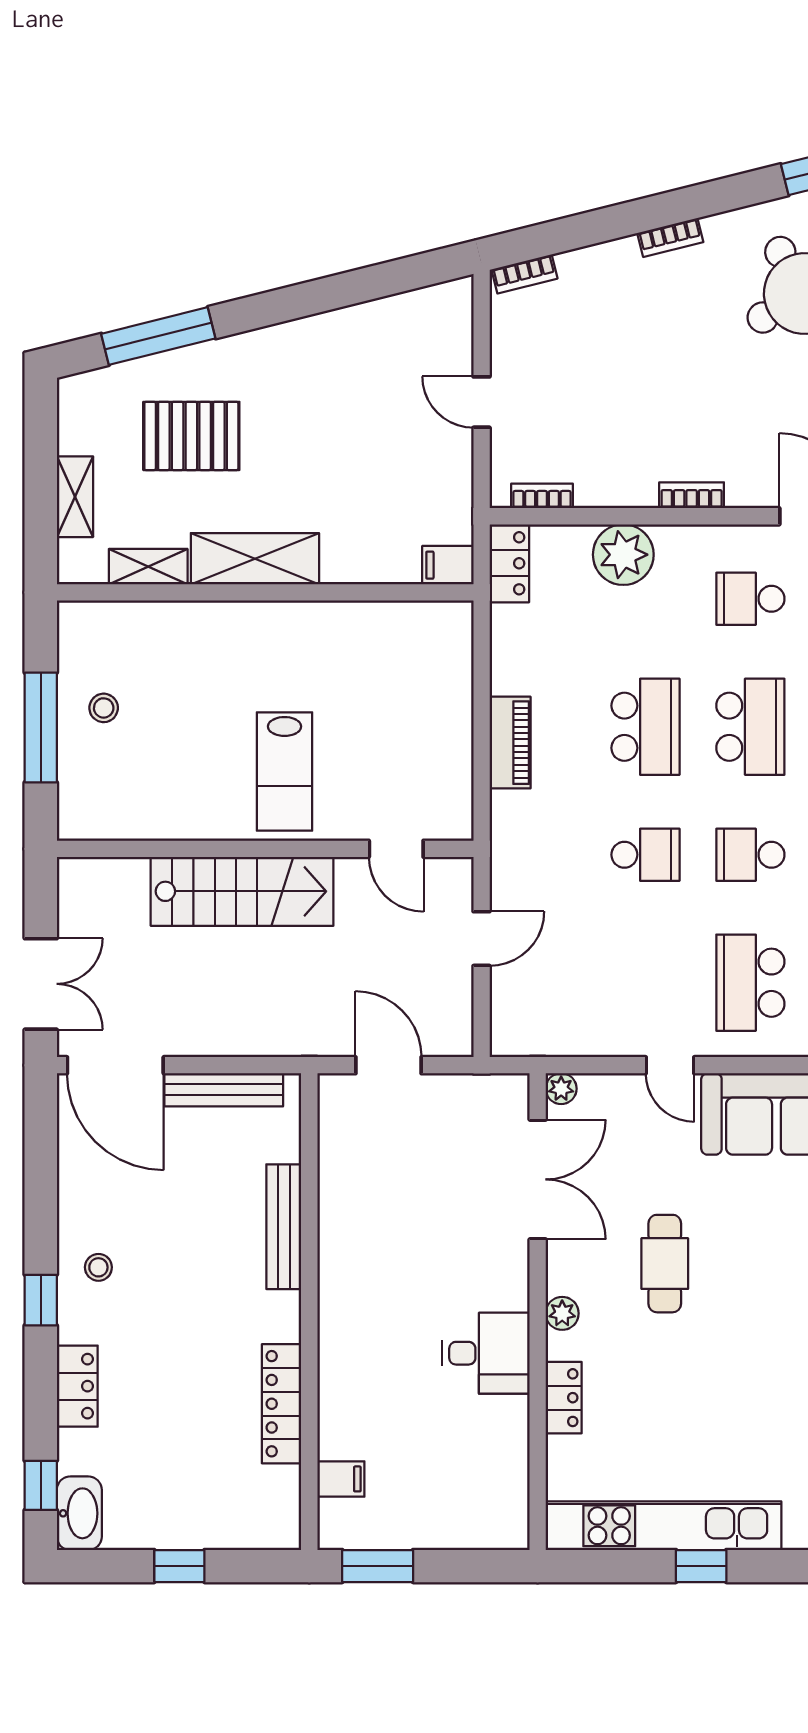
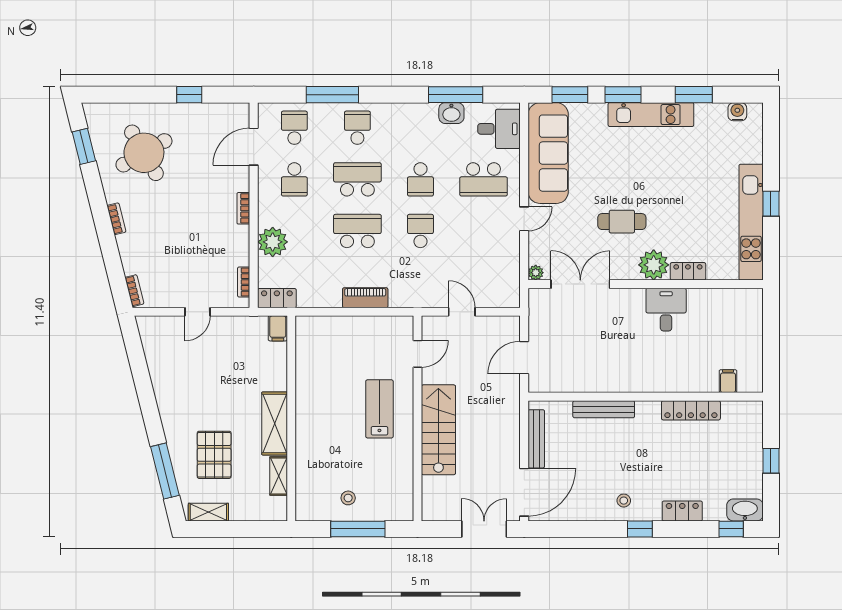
shelving: (75, 497) -> (208, 512), moved
lab bench: (285, 771) -> (379, 409), turned -90
plant: (562, 1313) -> (654, 265), width x1.87, depth x1.87
window: (378, 1566) -> (771, 363), removed

